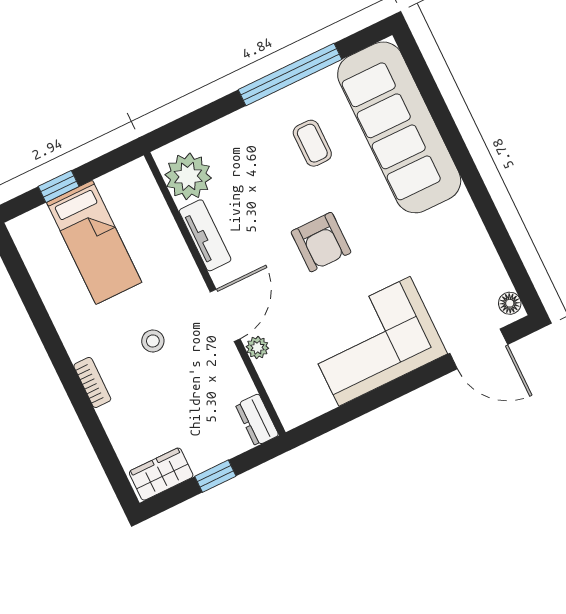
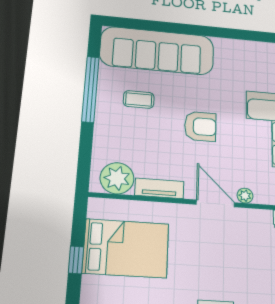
bed: (94, 242) -> (126, 248), width x1.50
stool: (153, 341) -> (209, 255), removed

